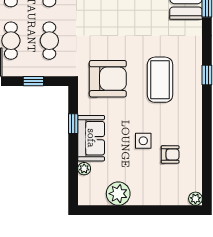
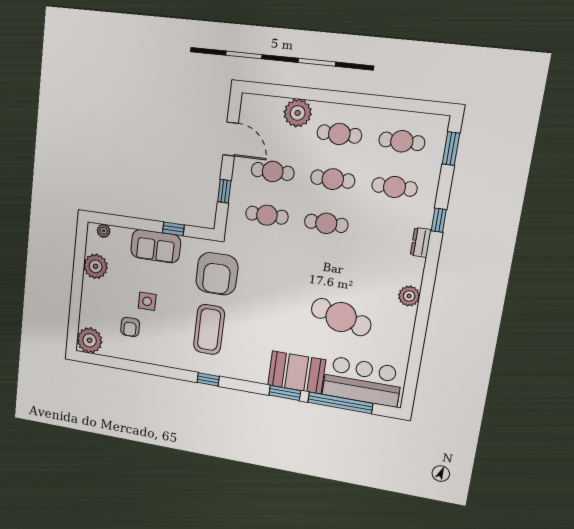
coffee table: (160, 80) -> (209, 329), turned 90
plant: (84, 169) -> (104, 231), moved
plant: (195, 199) -> (90, 340), width x1.87, depth x1.87

